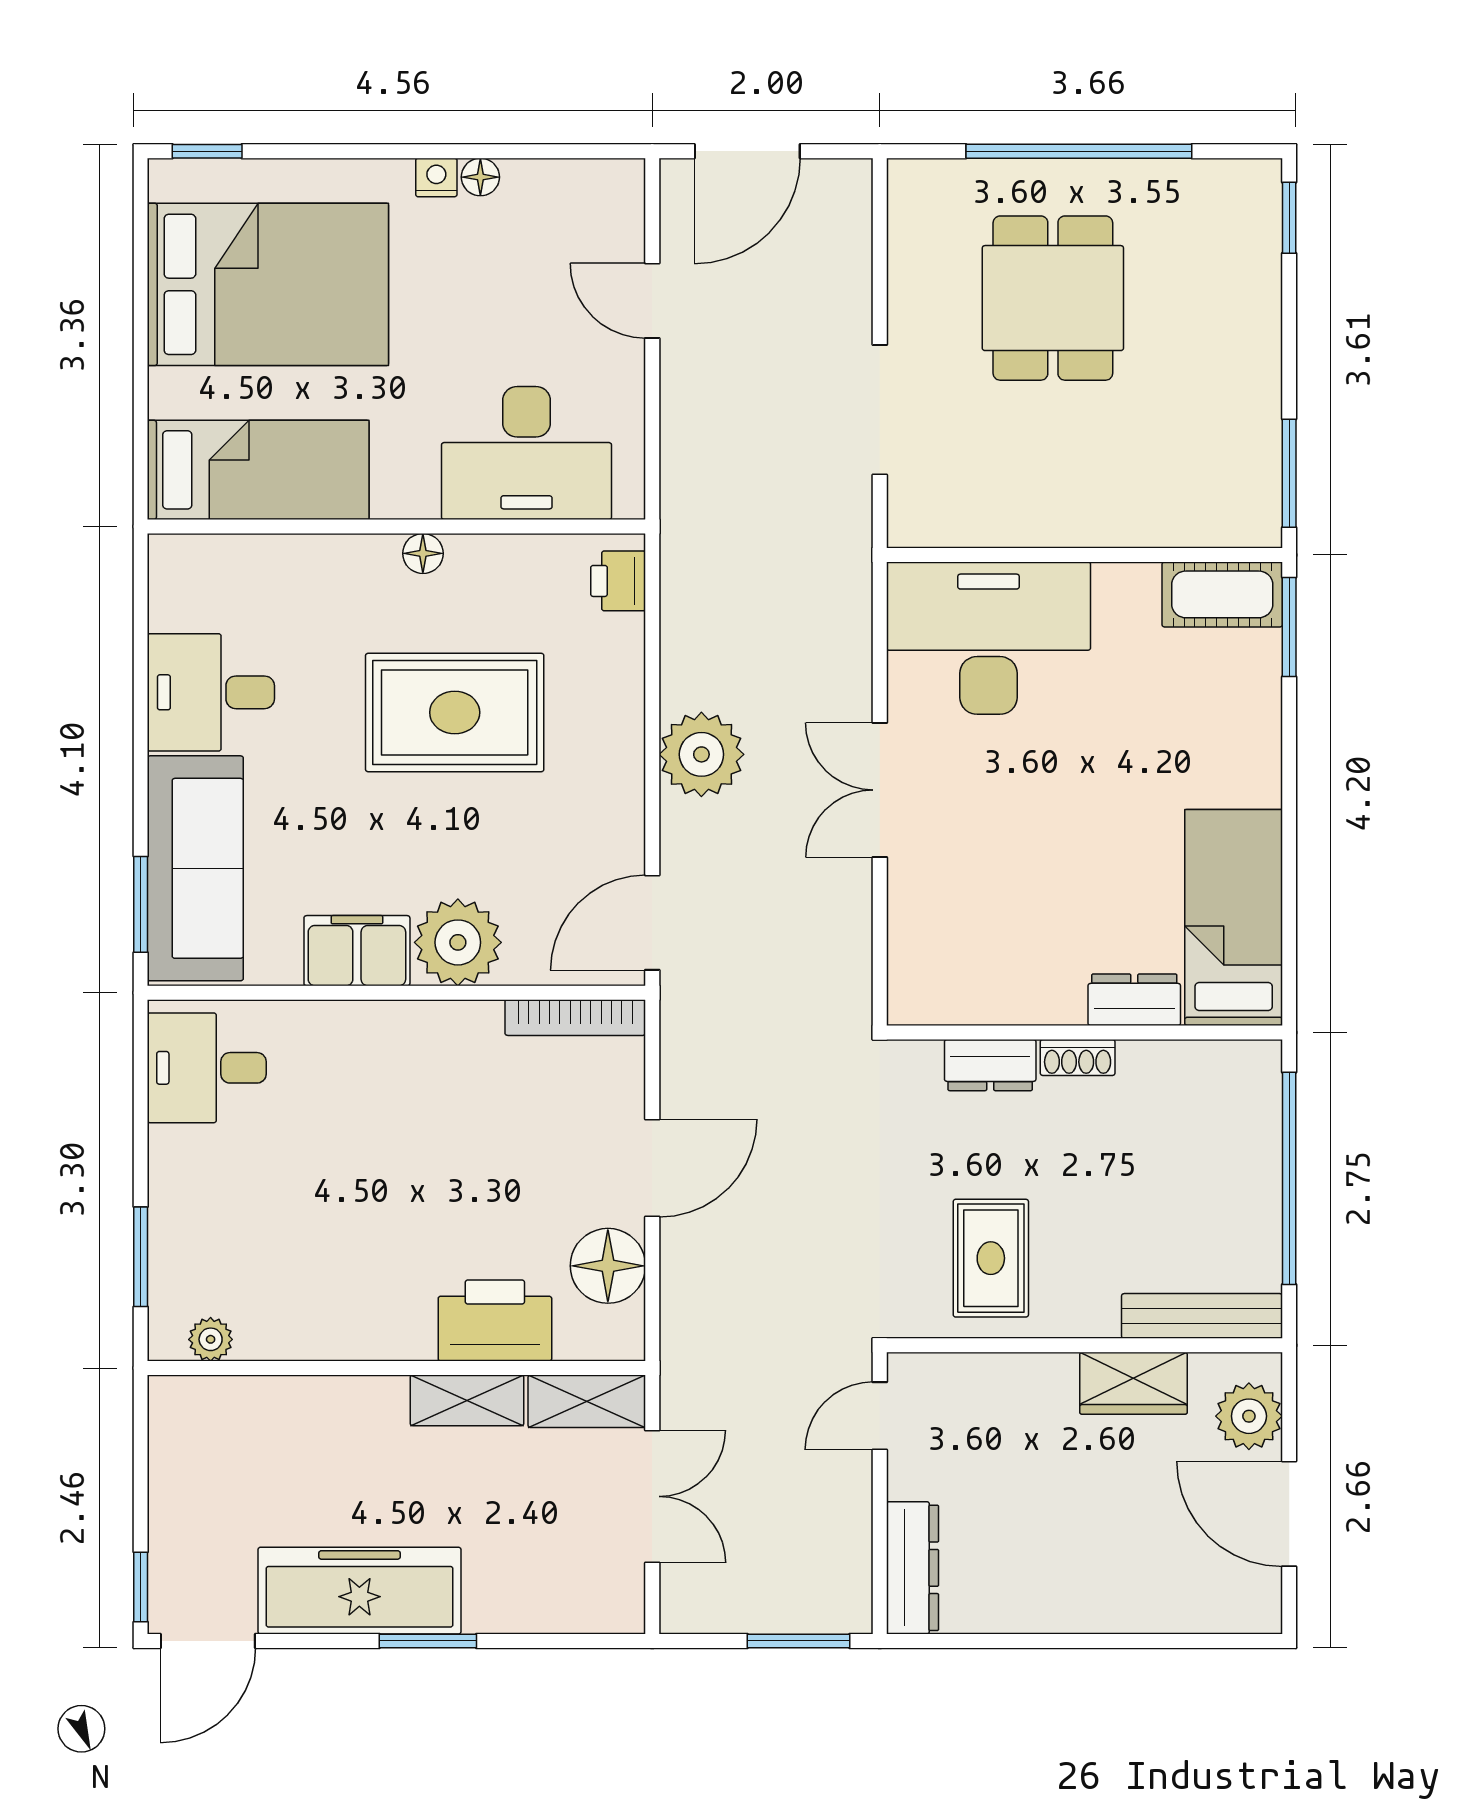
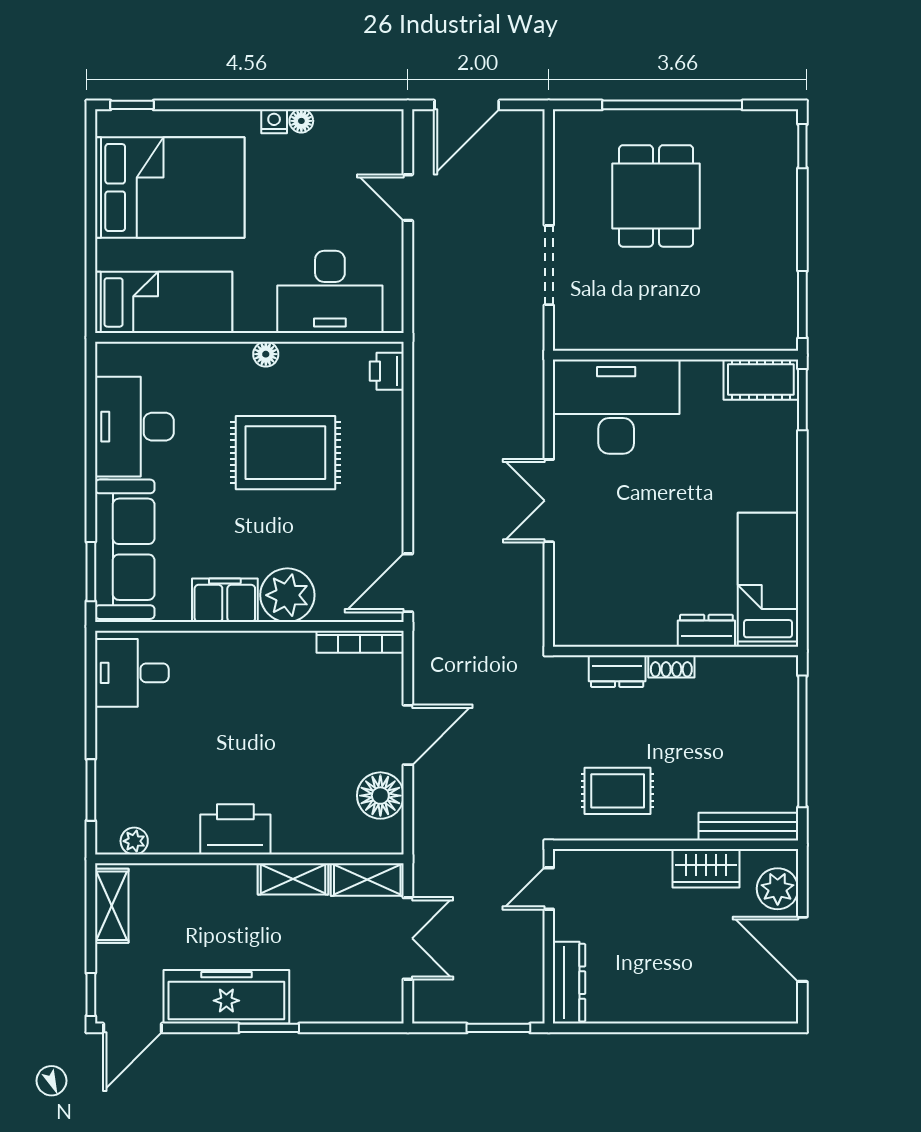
desk: (211, 692) -> (134, 427), width x1.37
plant: (701, 754) -> (438, 479), removed
rug: (991, 1258) -> (618, 791), turned 90
printer: (495, 1321) -> (235, 829), moved
shelving: (174, 1444) -> (112, 906), added

